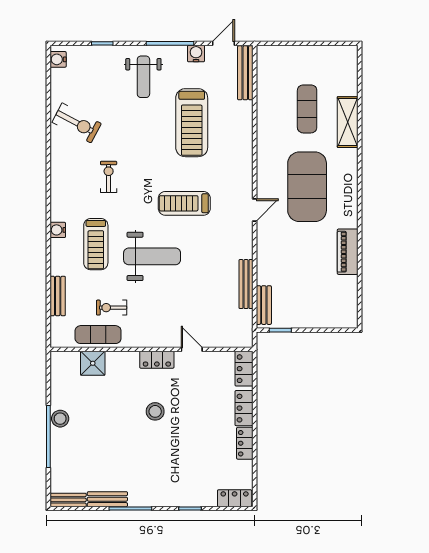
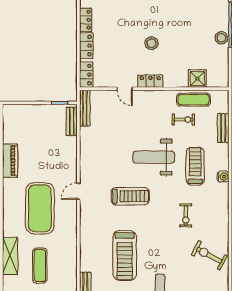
treadmill: (192, 123) -> (125, 255), turned 180
bench: (246, 284) -> (85, 108), moved

